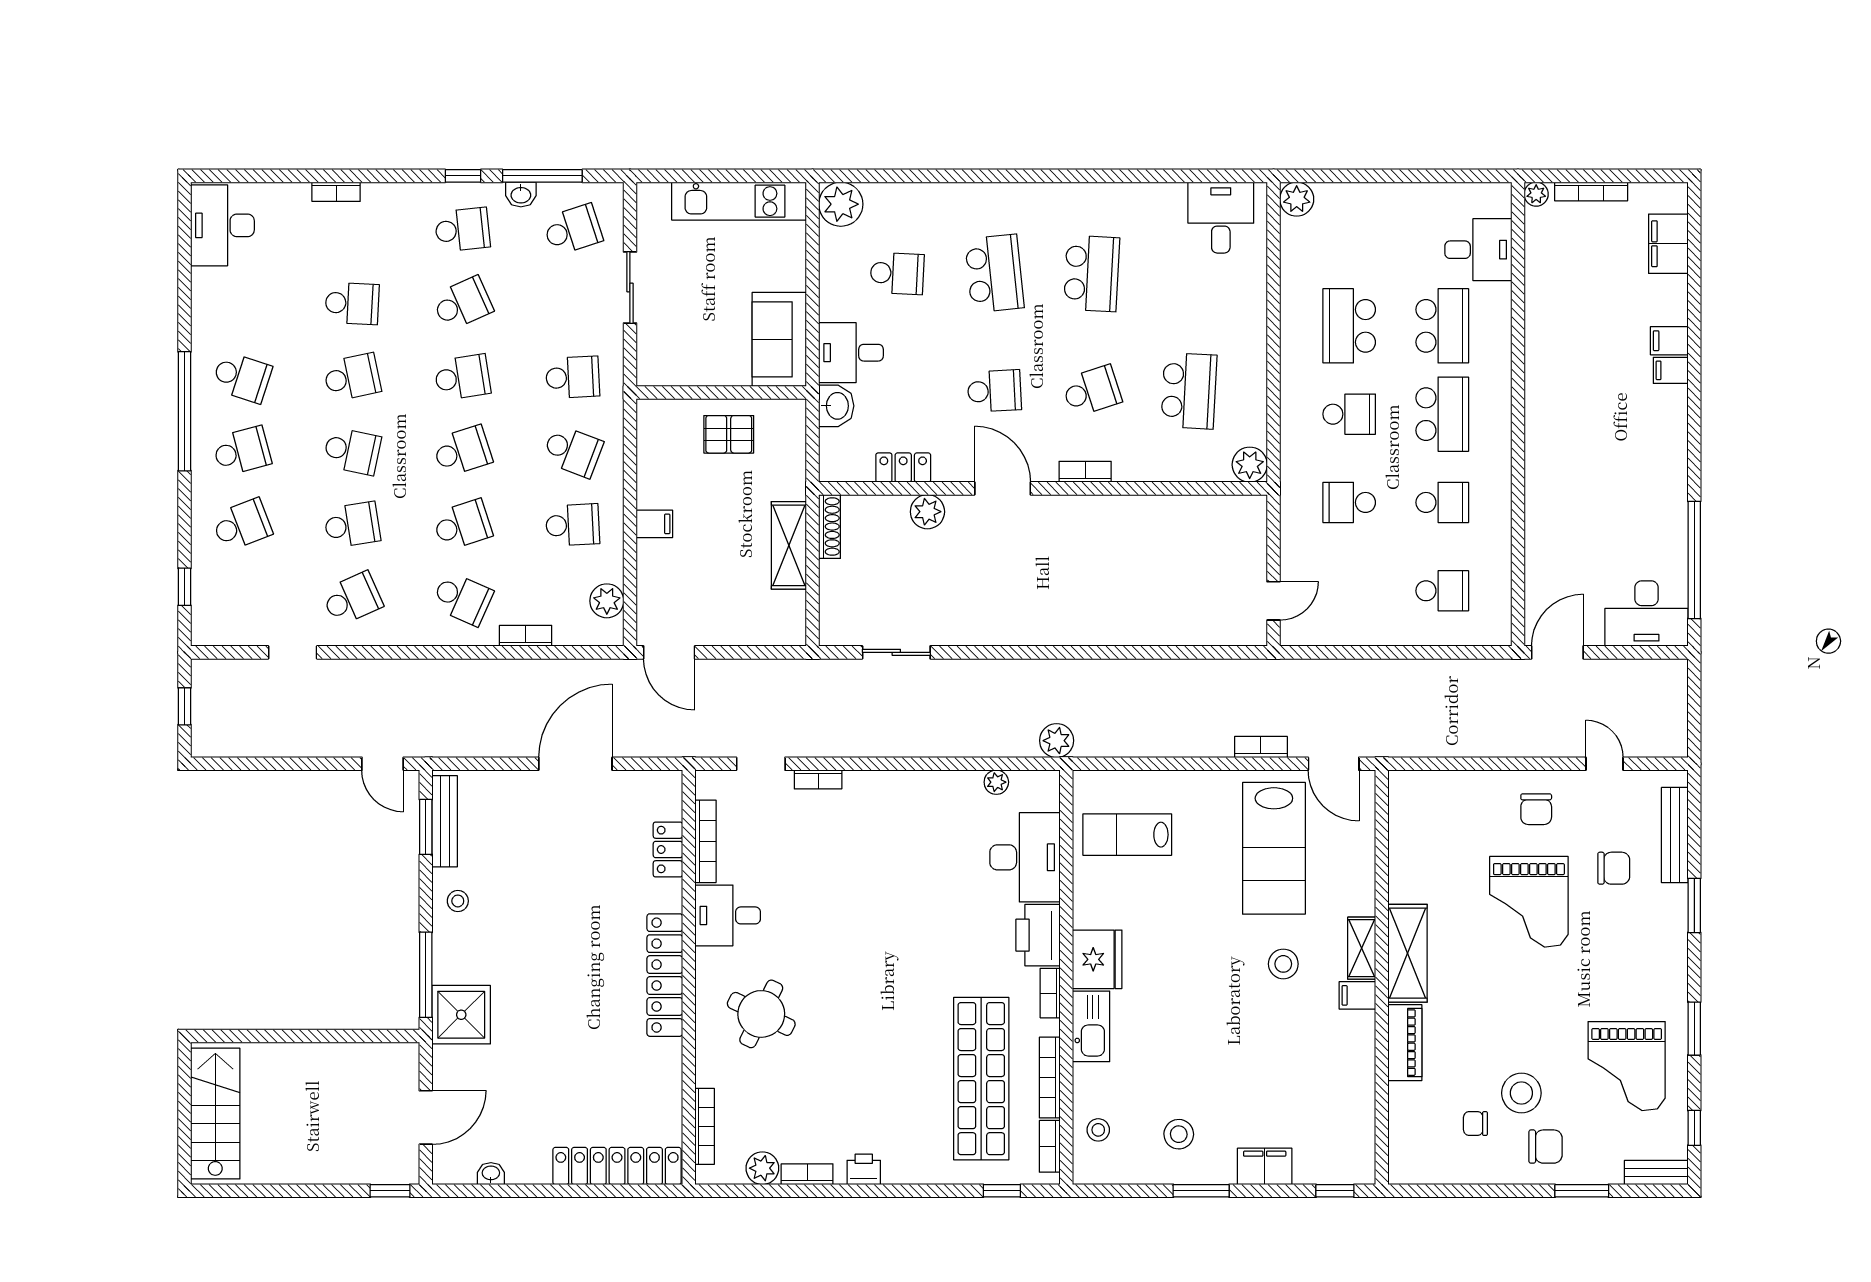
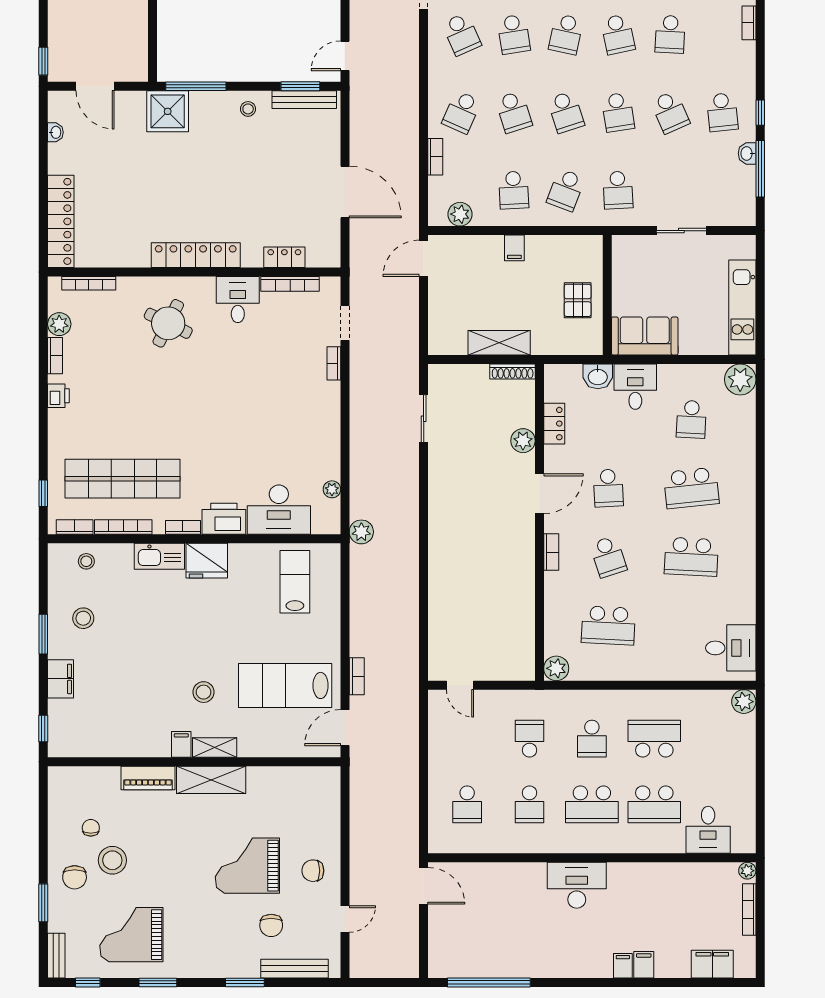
school desk: (573, 230) -> (722, 190), removed
desk: (1647, 614) -> (577, 885), moved, turned 90

